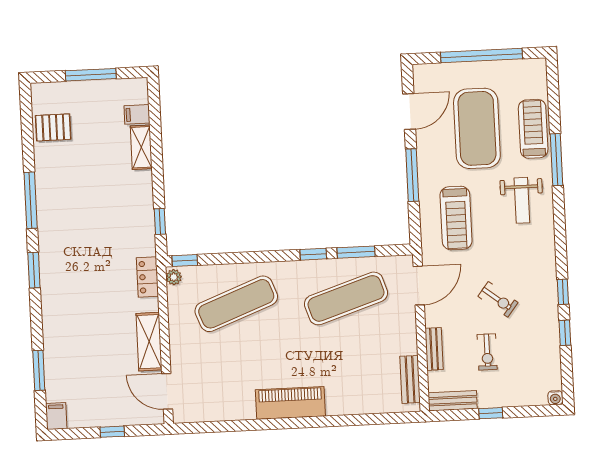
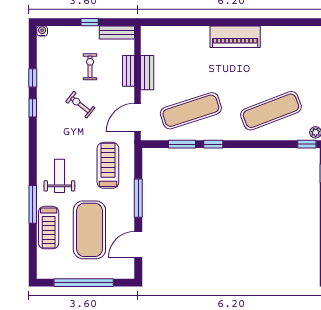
bench: (410, 379) -> (147, 73), moved

